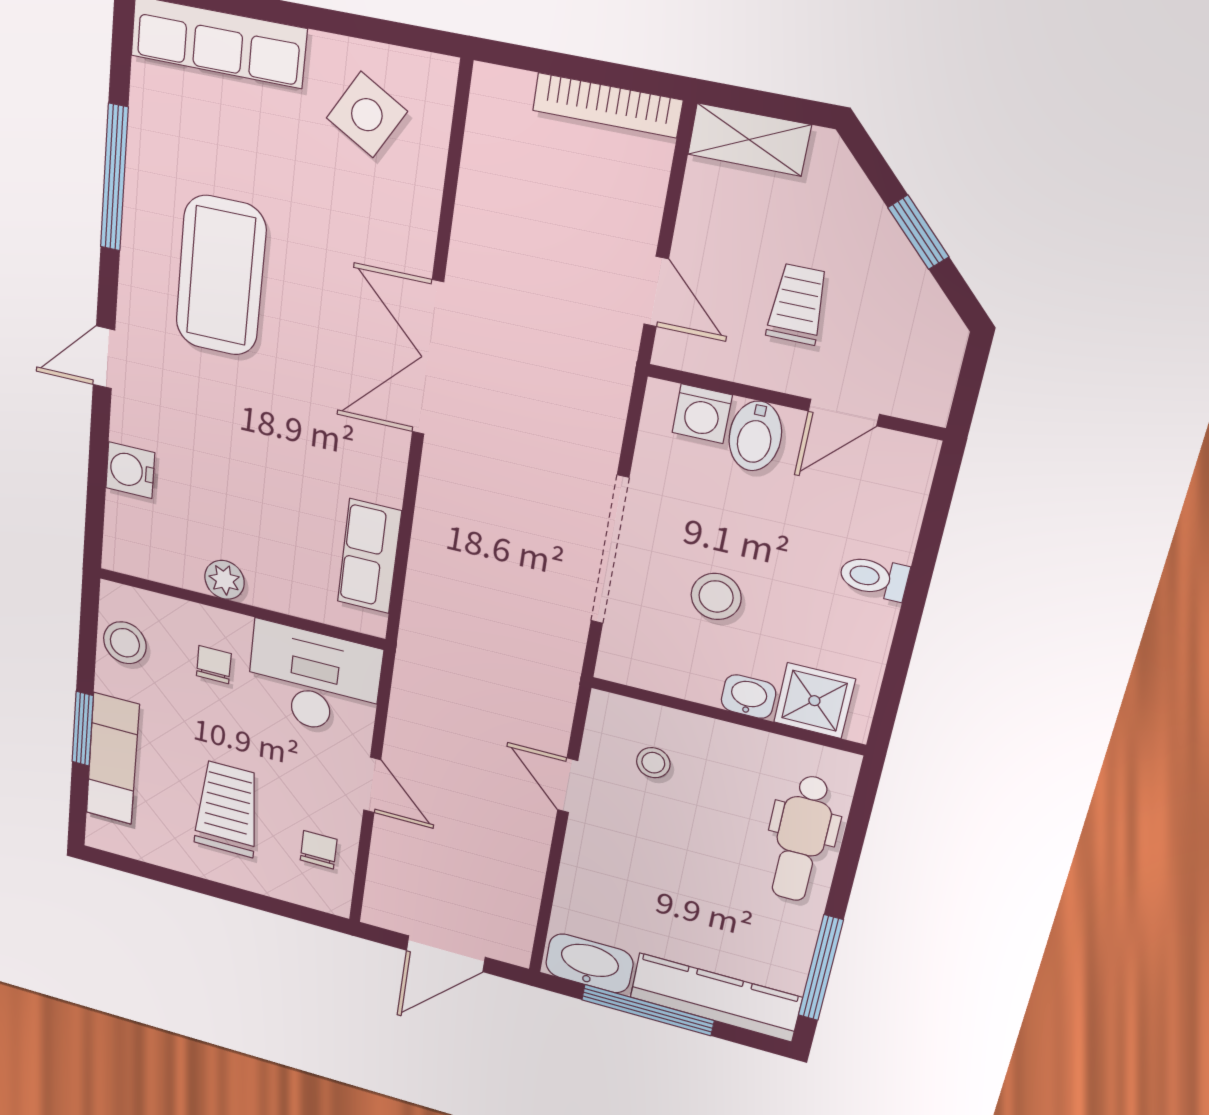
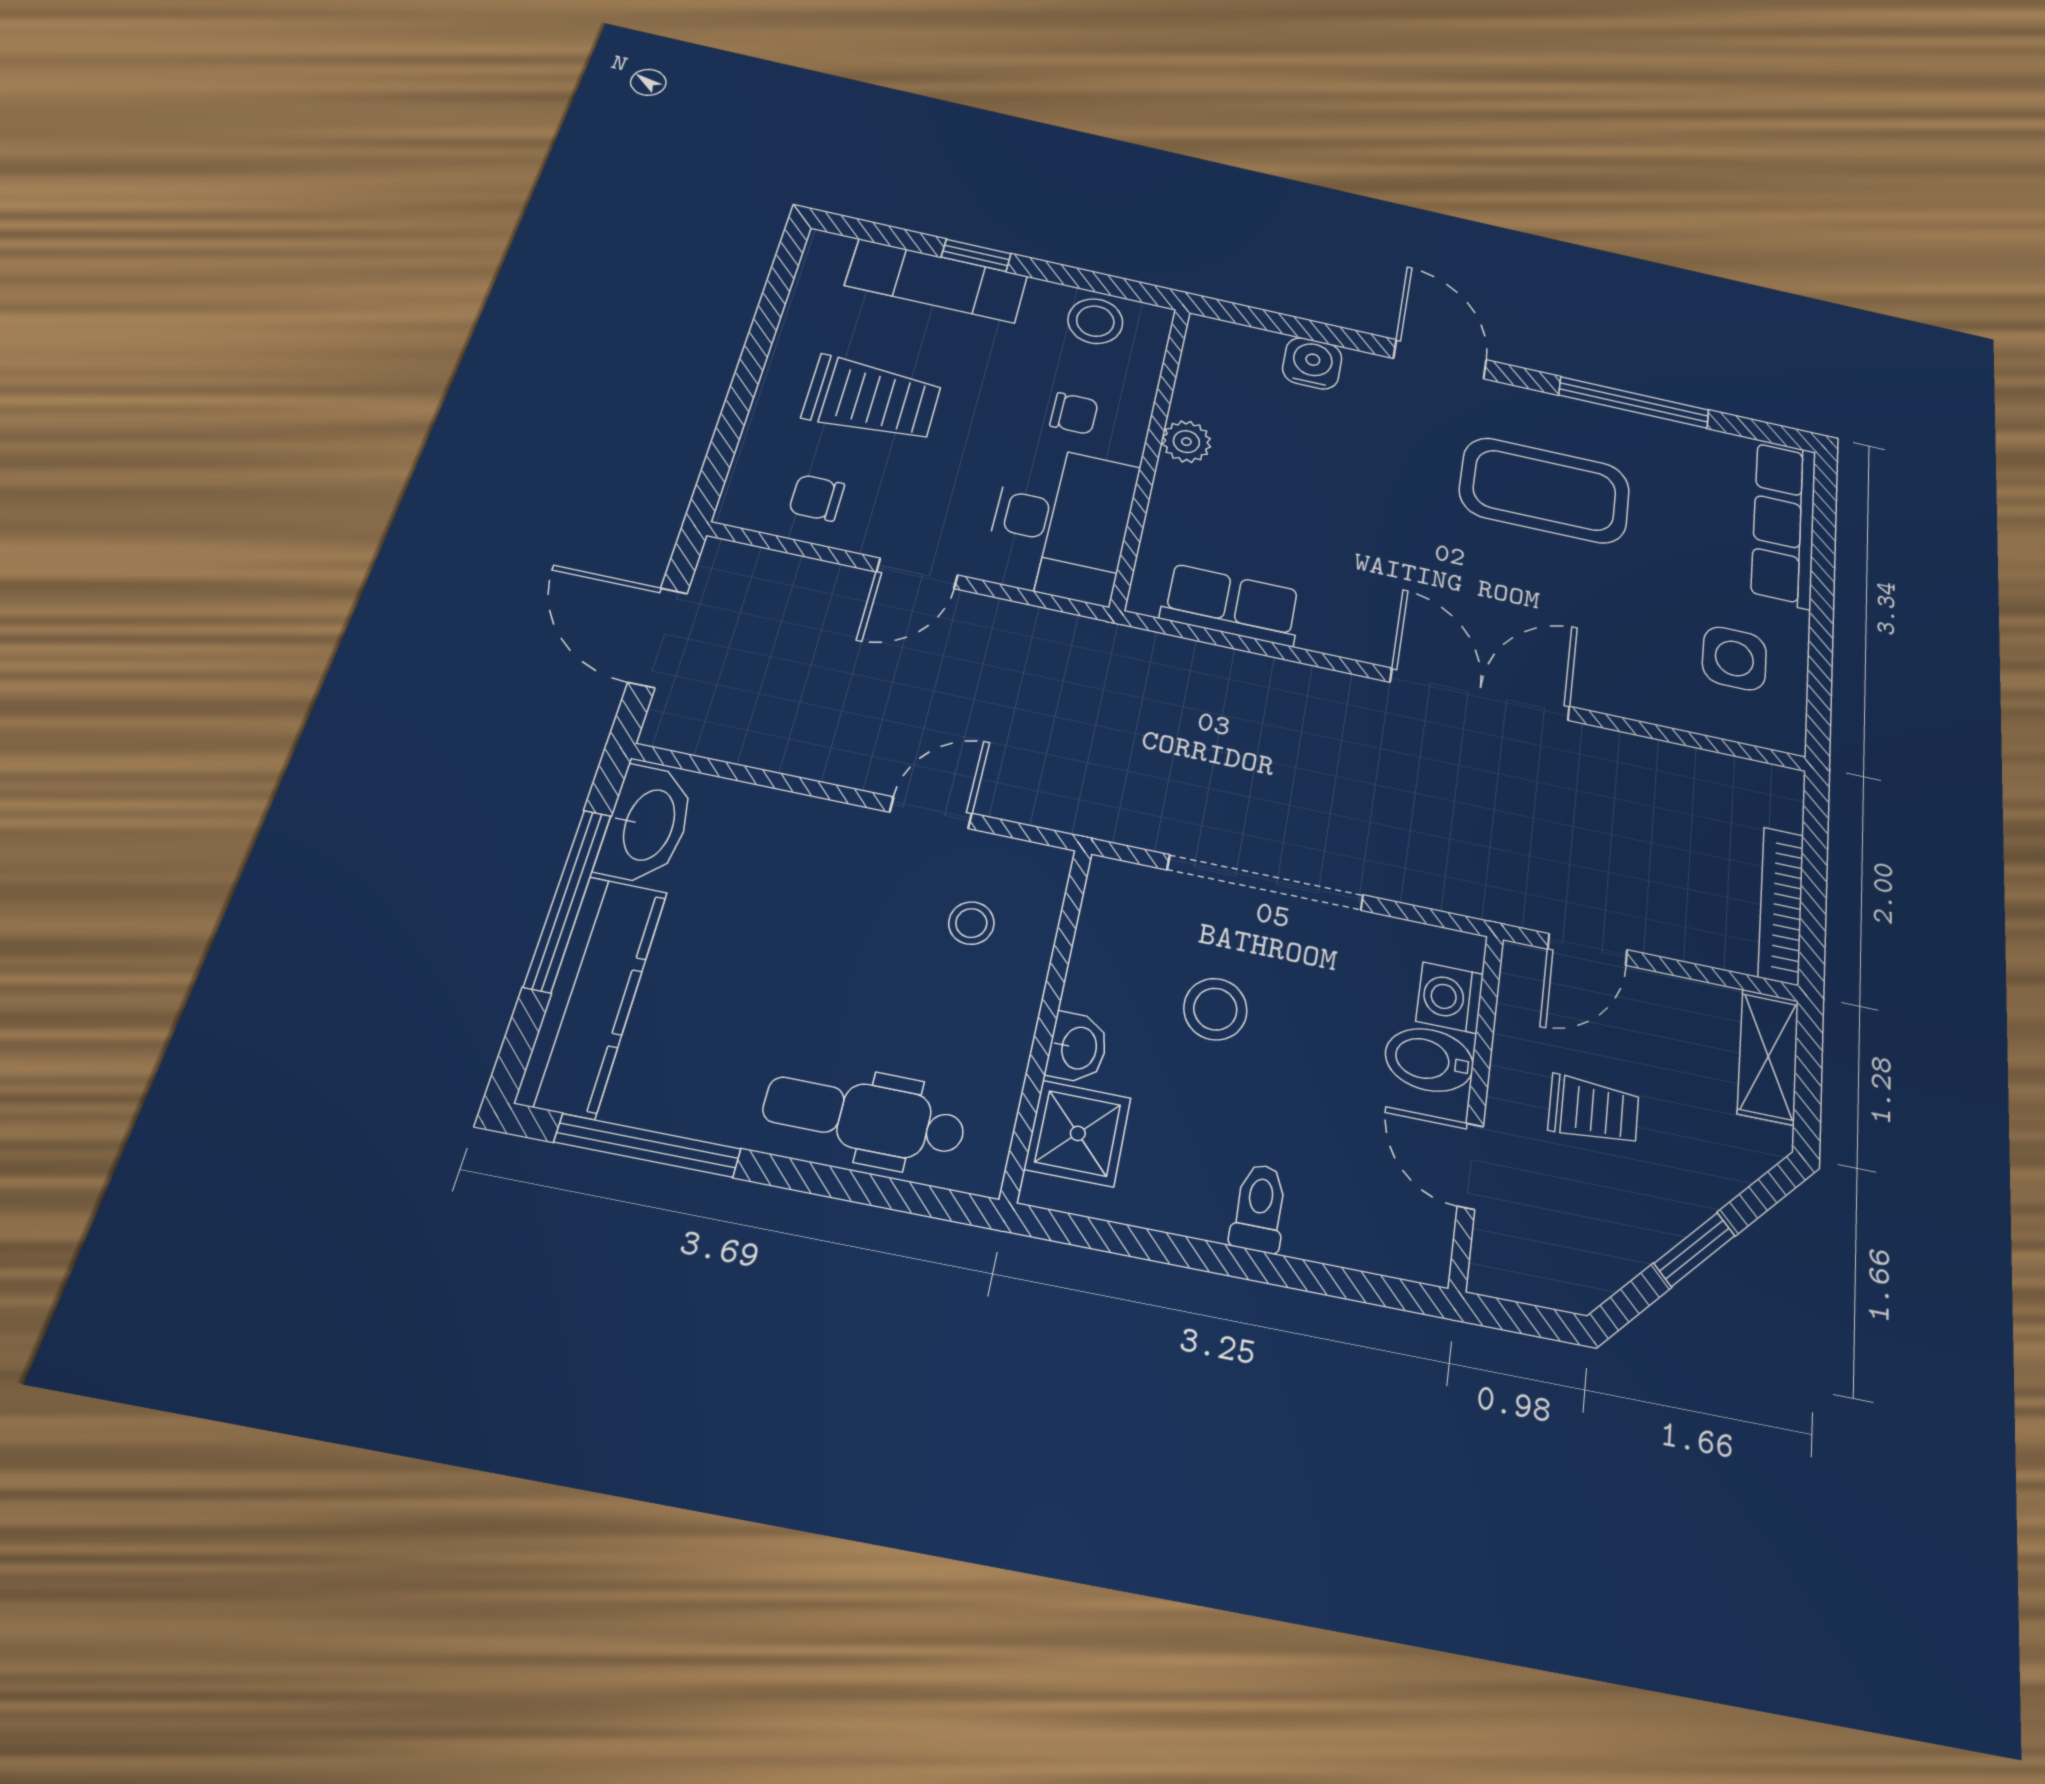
side table: (367, 115) -> (1734, 658), turned -30
door: (104, 357) -> (1440, 359), width x1.38
window: (83, 729) -> (976, 255), width x0.67
chair: (319, 850) -> (817, 498), turned 180

